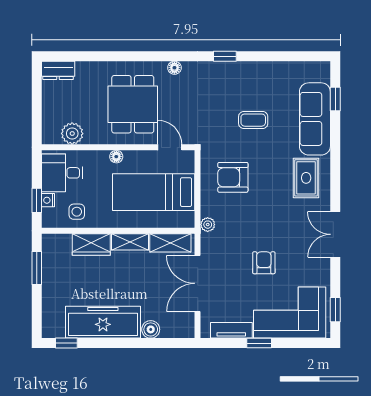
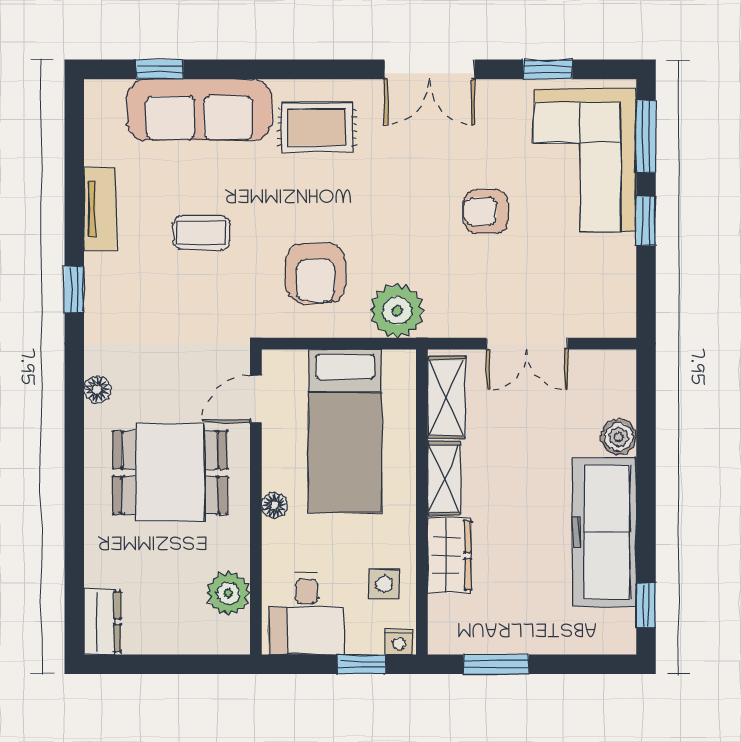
coffee table: (253, 120) -> (202, 233), turned 90
nightstand: (48, 200) -> (399, 642), moved
plant: (208, 225) -> (397, 311), width x1.87, depth x1.87
double door: (198, 283) -> (527, 344), width x0.73
window: (335, 310) -> (548, 69), moved
tv unit: (231, 330) -> (100, 209), moved, turned 180
window: (301, 343) -> (646, 137), added

